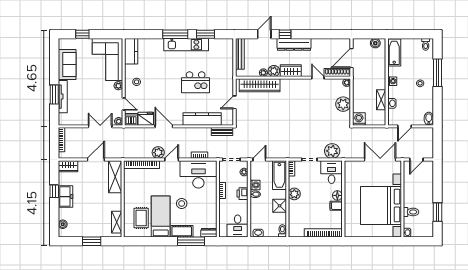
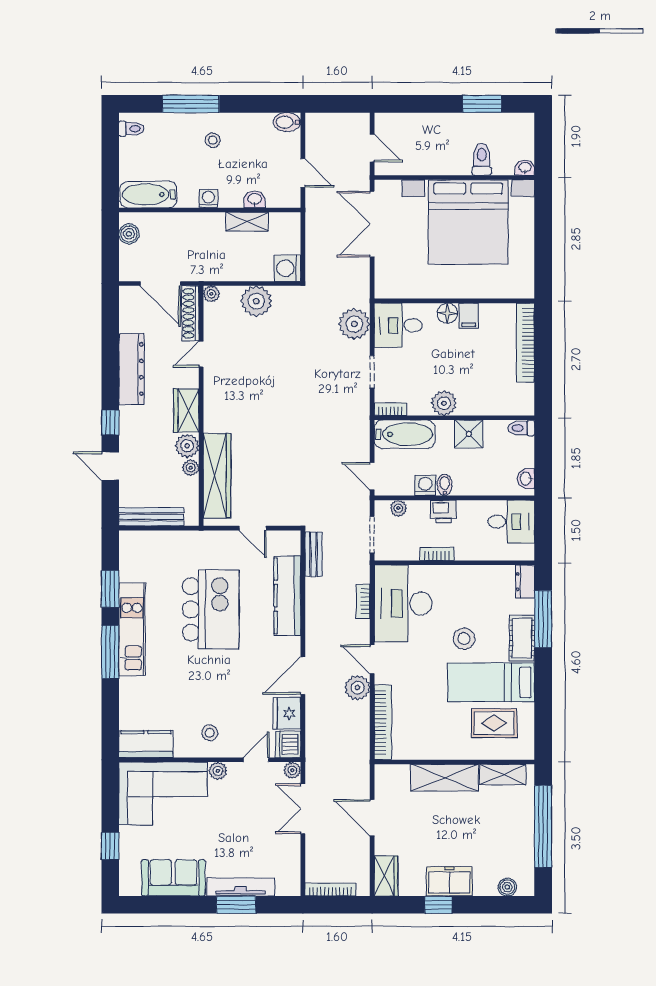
dresser: (294, 44) -> (132, 369), moved
kitchen island: (196, 82) -> (211, 609), width x1.37, depth x1.28
shelving: (115, 177) -> (444, 778), moved
window: (92, 241) -> (543, 826), width x2.11

